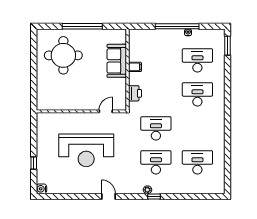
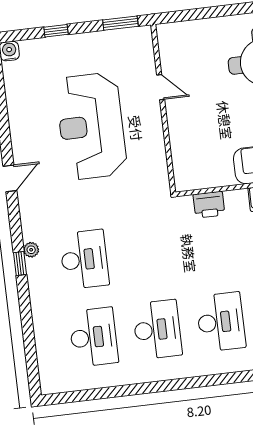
door: (106, 111) -> (161, 87), moved
desk: (156, 128) -> (157, 330), moved
window: (34, 129) -> (120, 23), added

